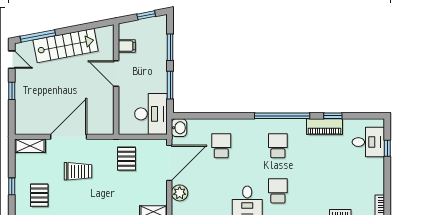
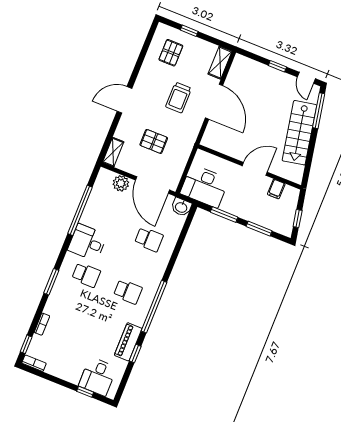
door: (12, 60) -> (306, 78), hinge flipped
pallet: (126, 159) -> (154, 141), moved
pallet: (39, 195) -> (171, 53), turned 90

